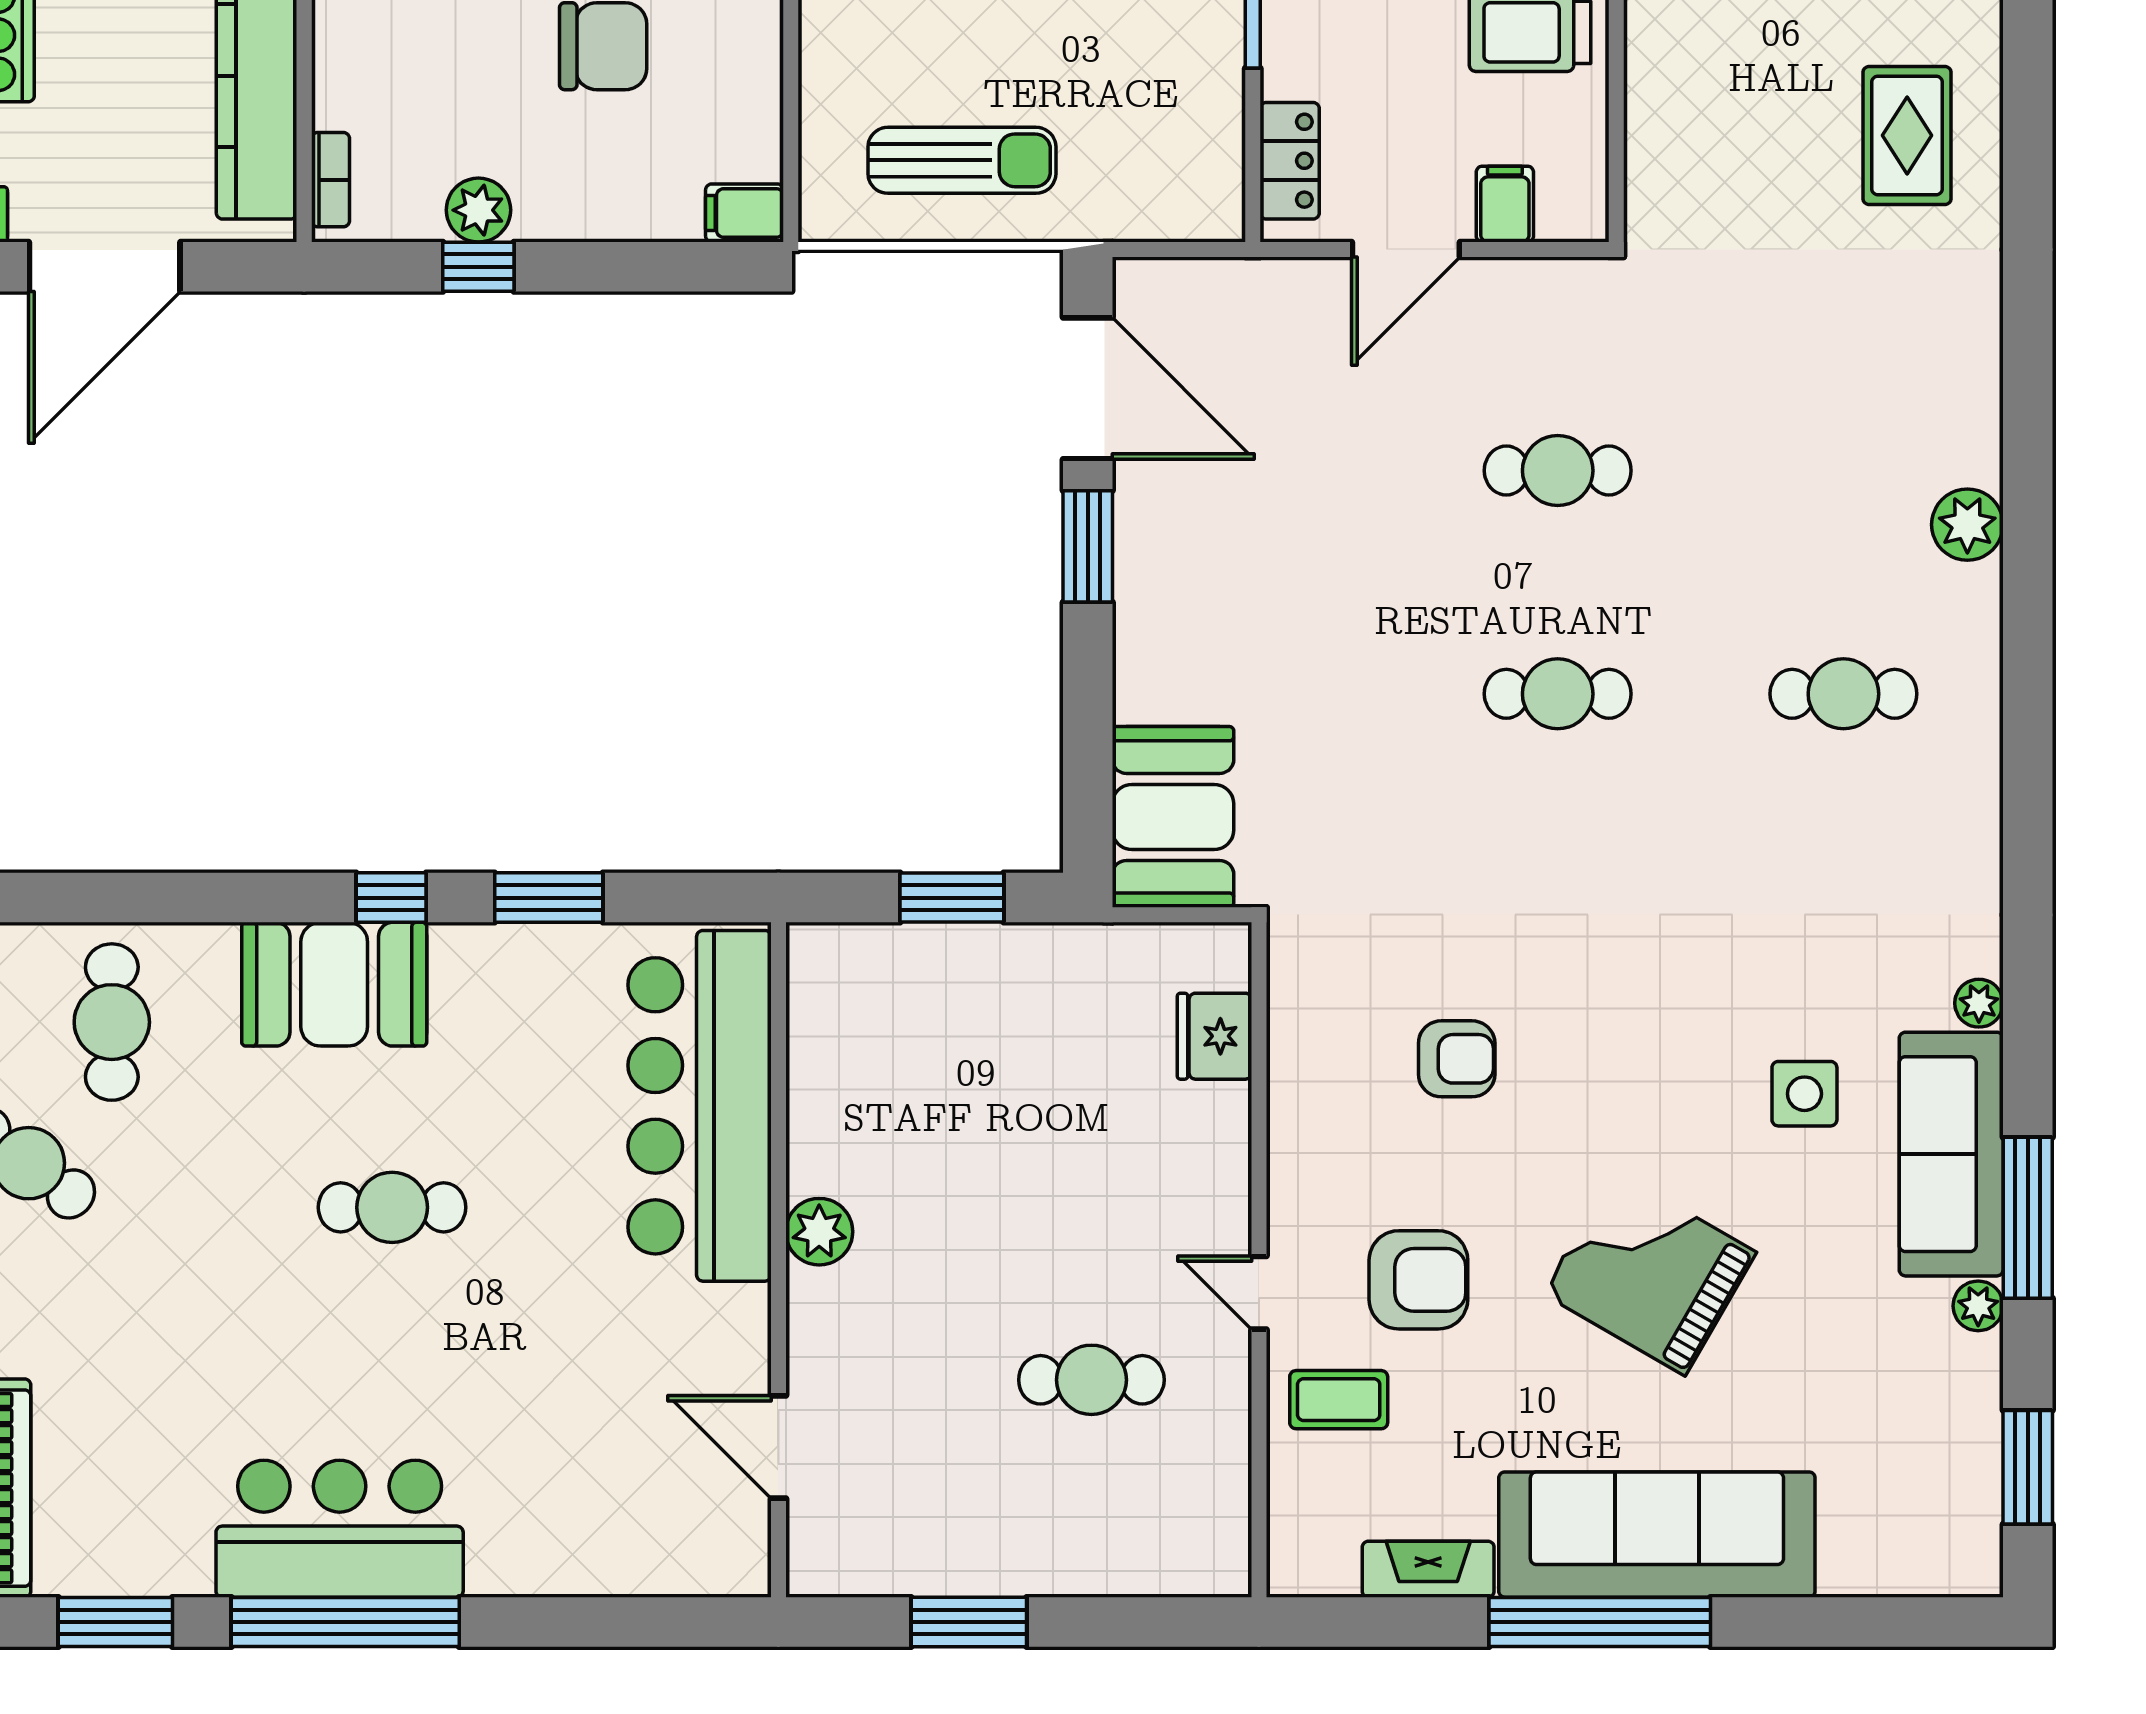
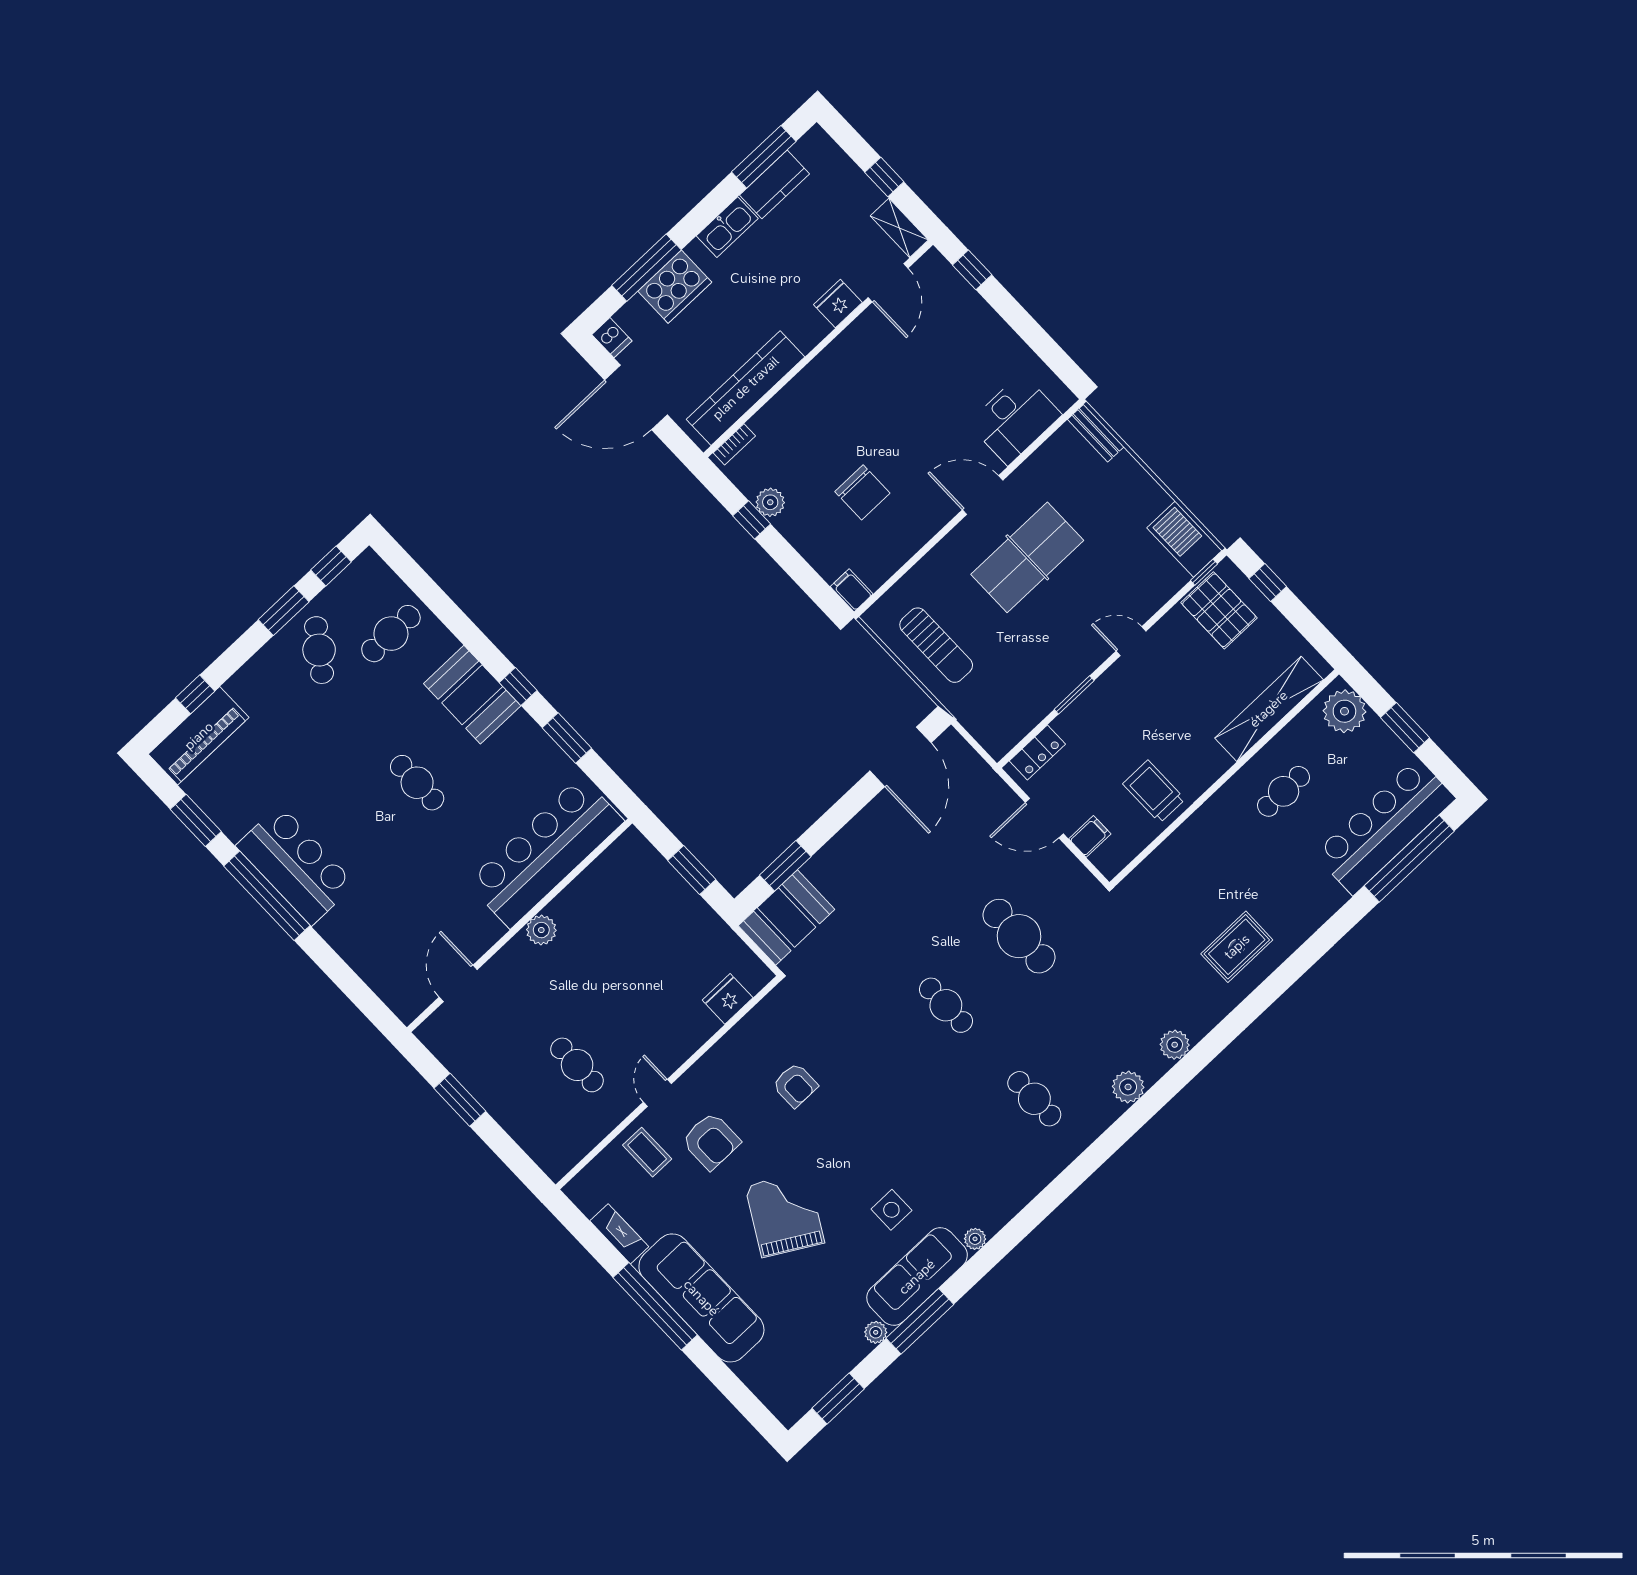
plant: (1970, 385) -> (1175, 1045), added
cafe table: (1558, 471) -> (1019, 936), width x1.37, depth x1.35
window: (1088, 546) -> (785, 866), moved

